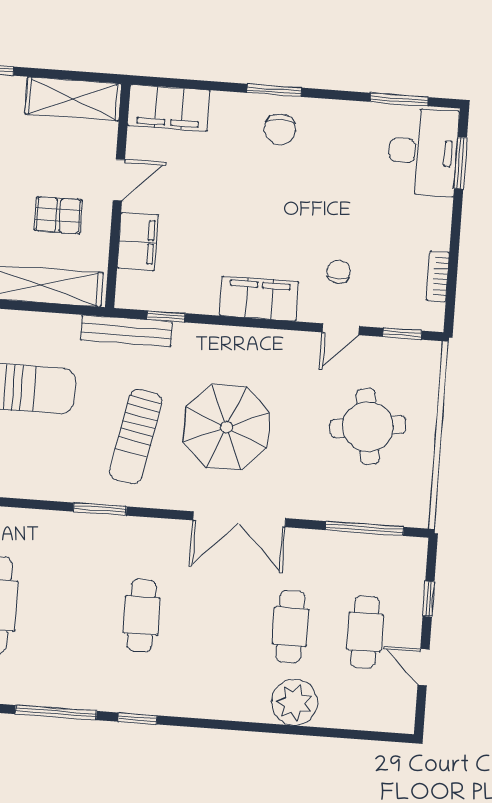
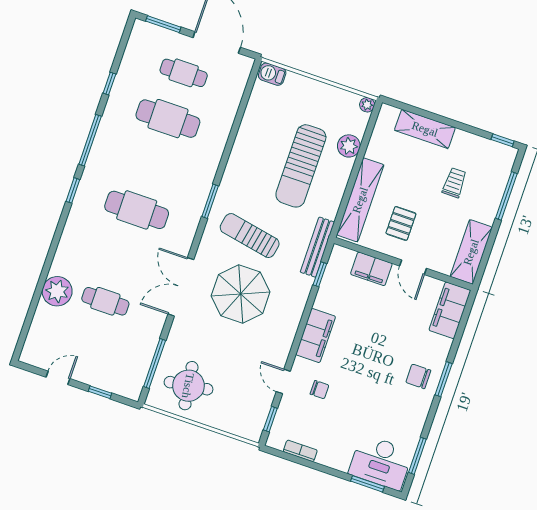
round table: (368, 426) -> (188, 386), moved
cafe table: (142, 615) -> (137, 210), width x1.37, depth x1.35
cafe table: (365, 632) -> (90, 347), removed

